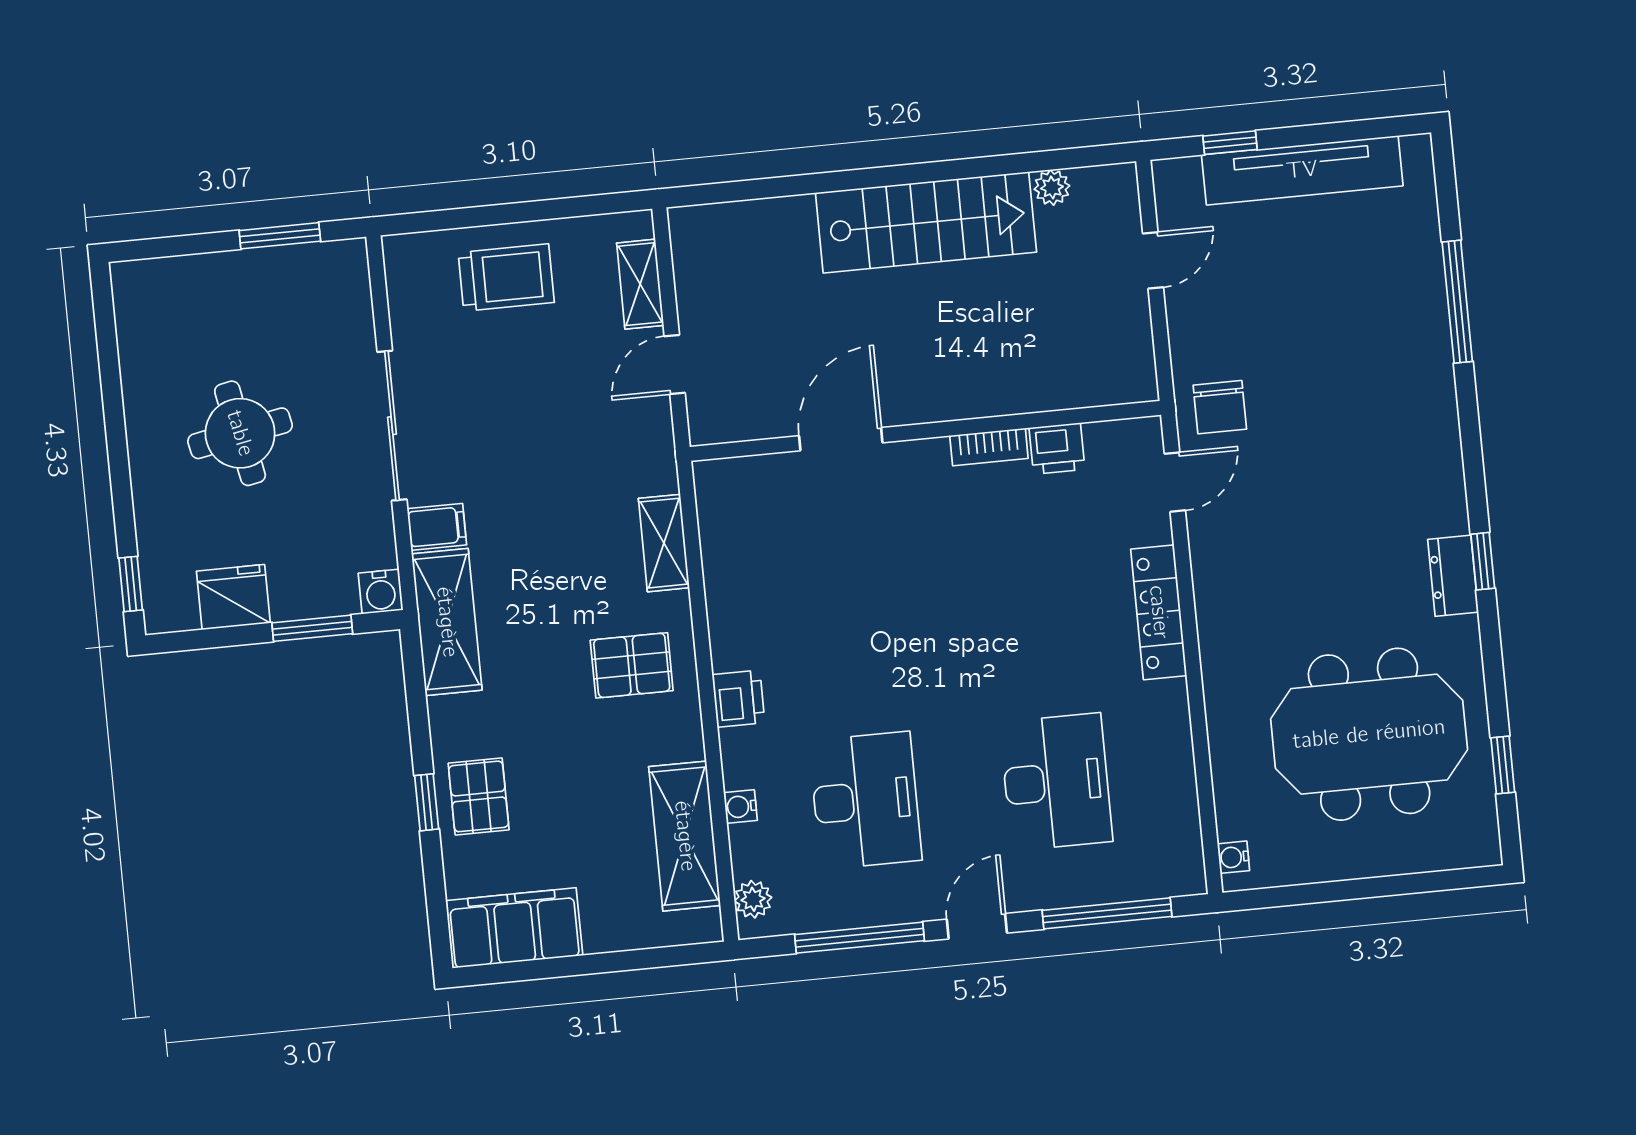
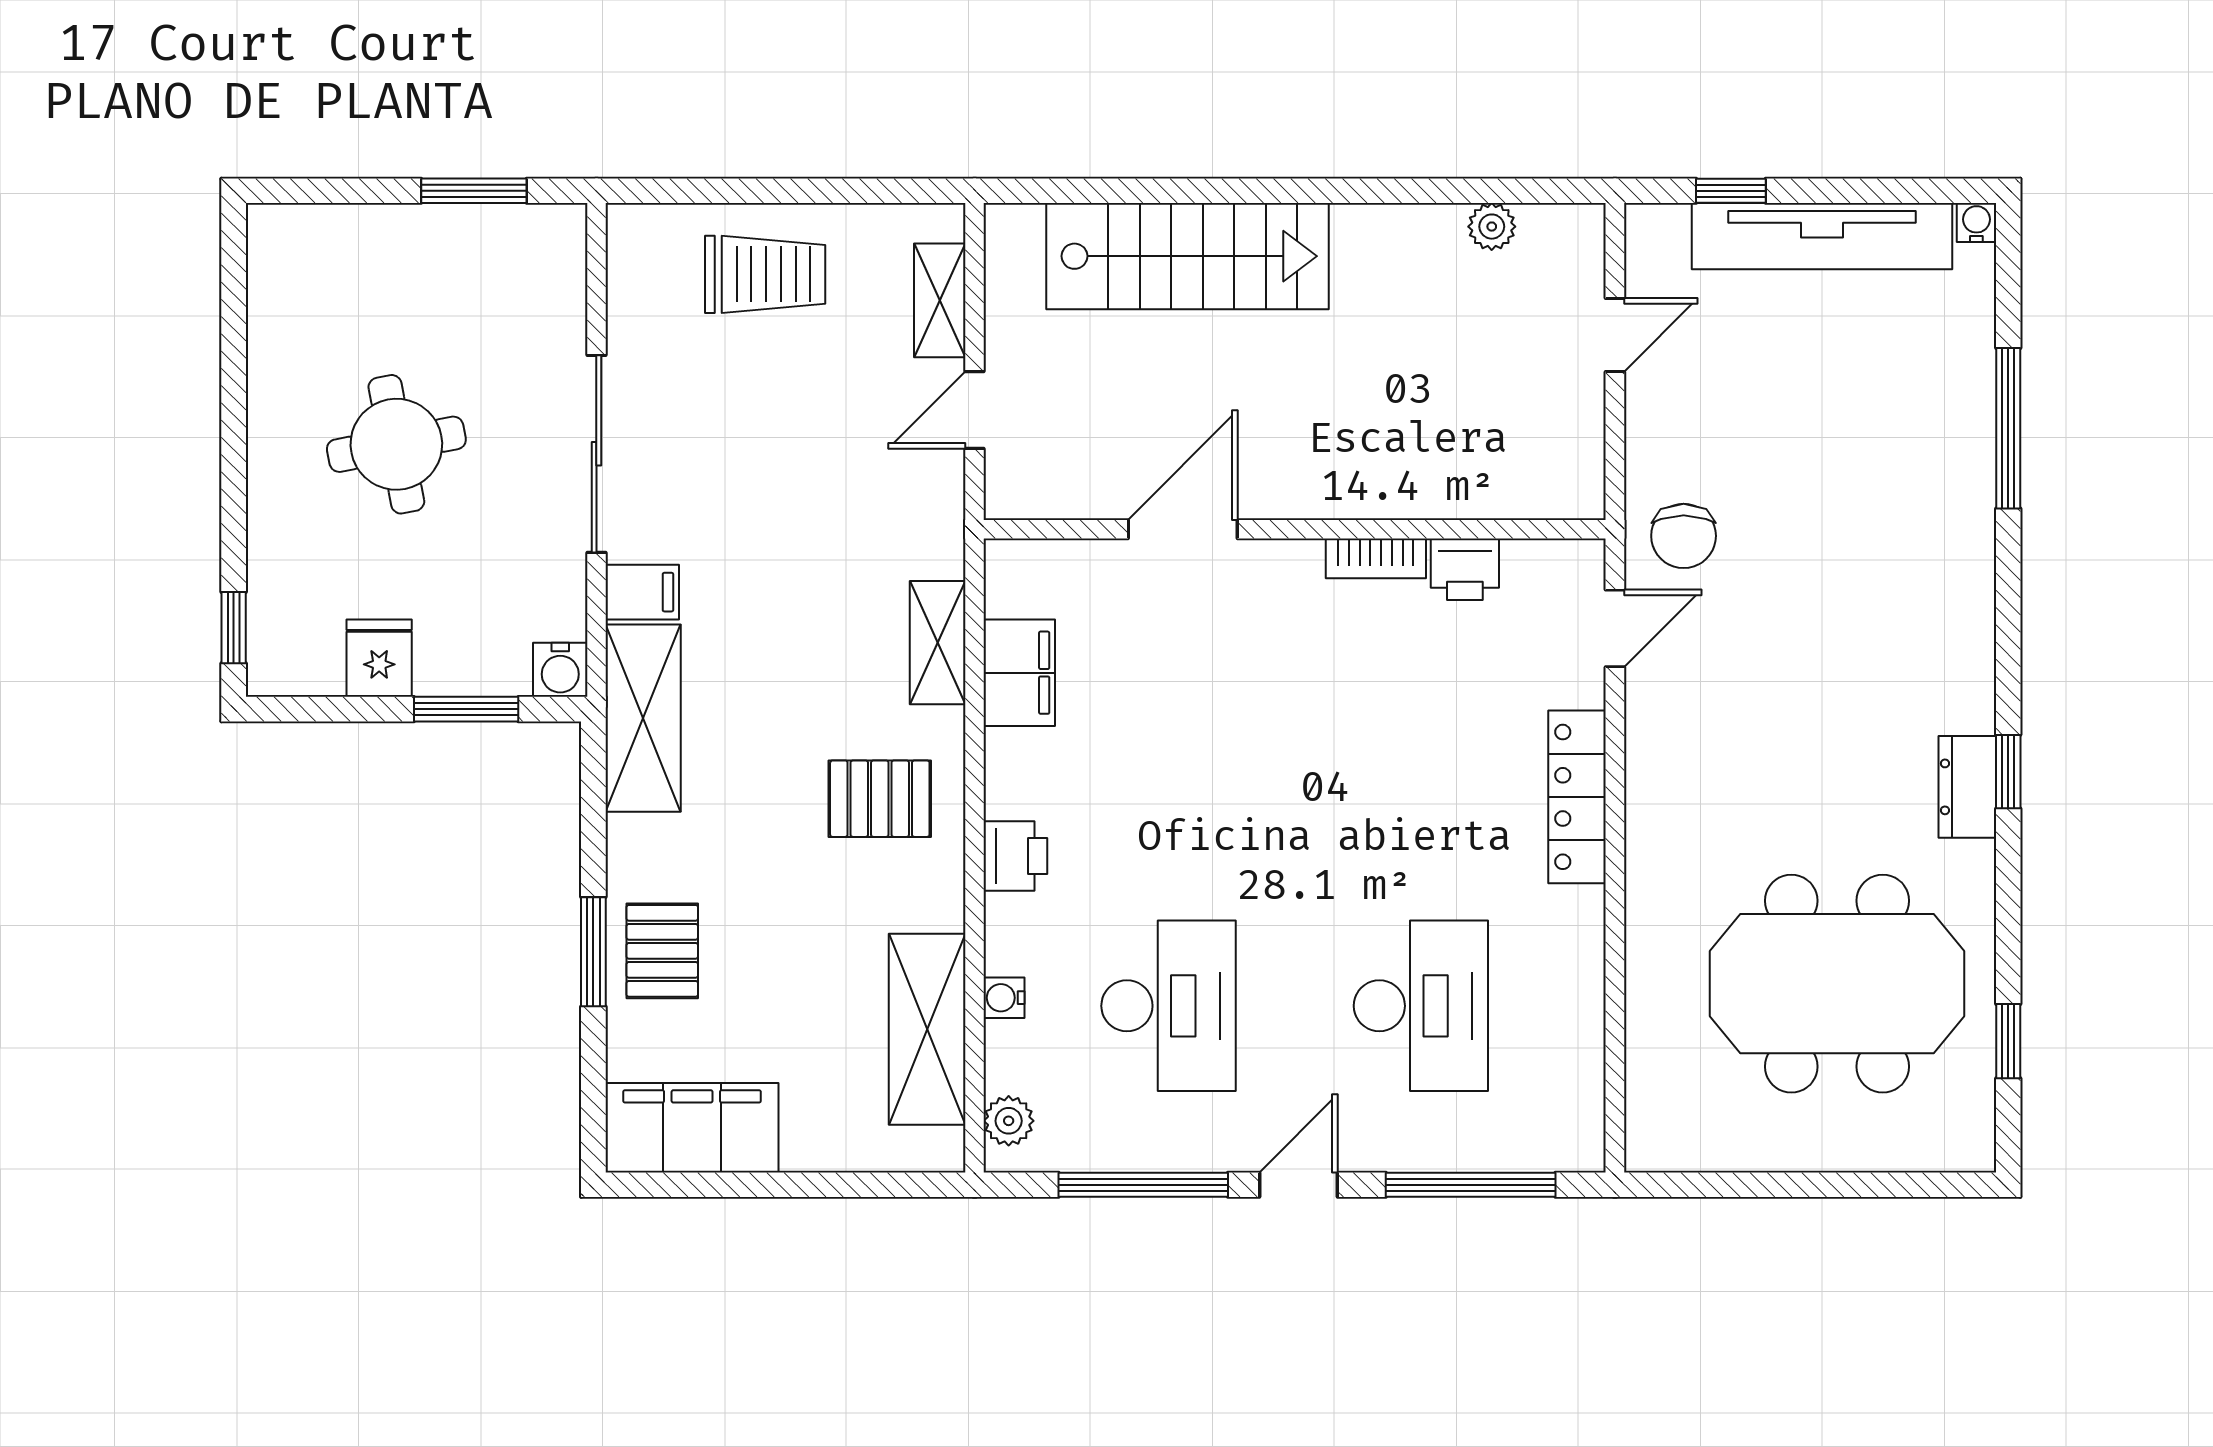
stairs: (926, 222) -> (1187, 256), moved
filing cabinet: (728, 560) -> (1019, 673), added
fridge: (233, 597) -> (379, 658), width x0.72
window: (427, 802) -> (593, 952), width x1.50
water cooler: (1233, 857) -> (1976, 222), moved, turned 90

